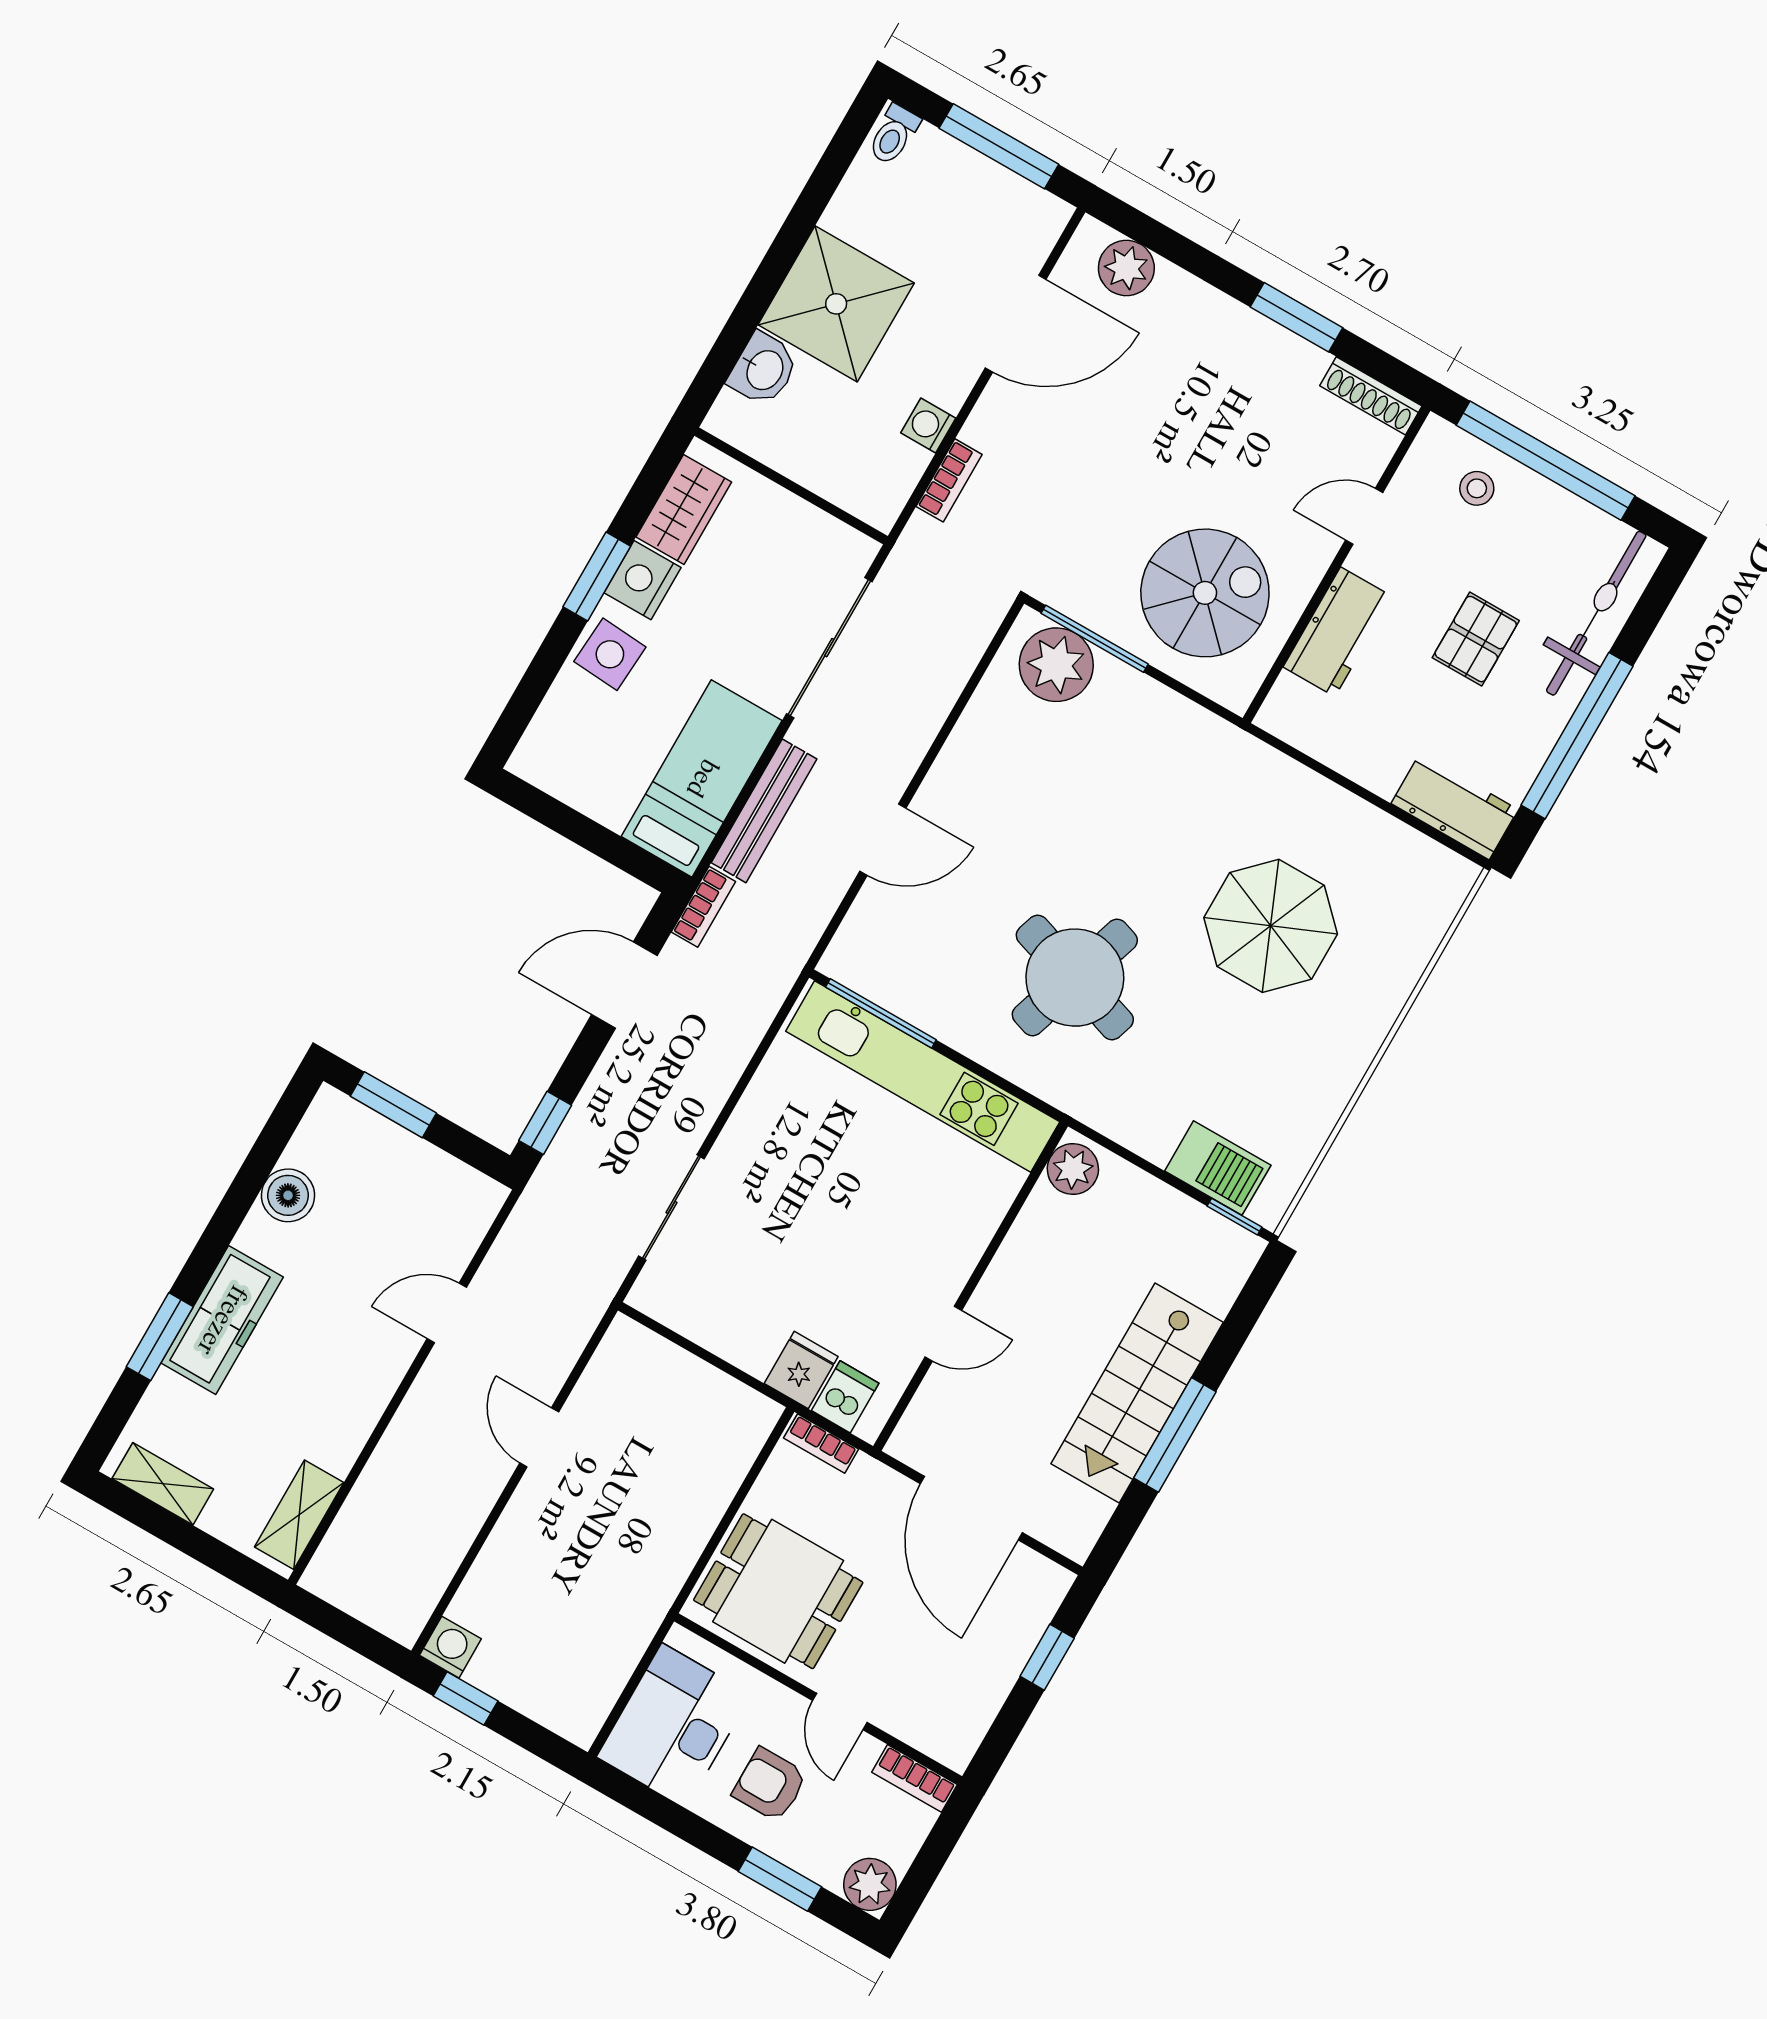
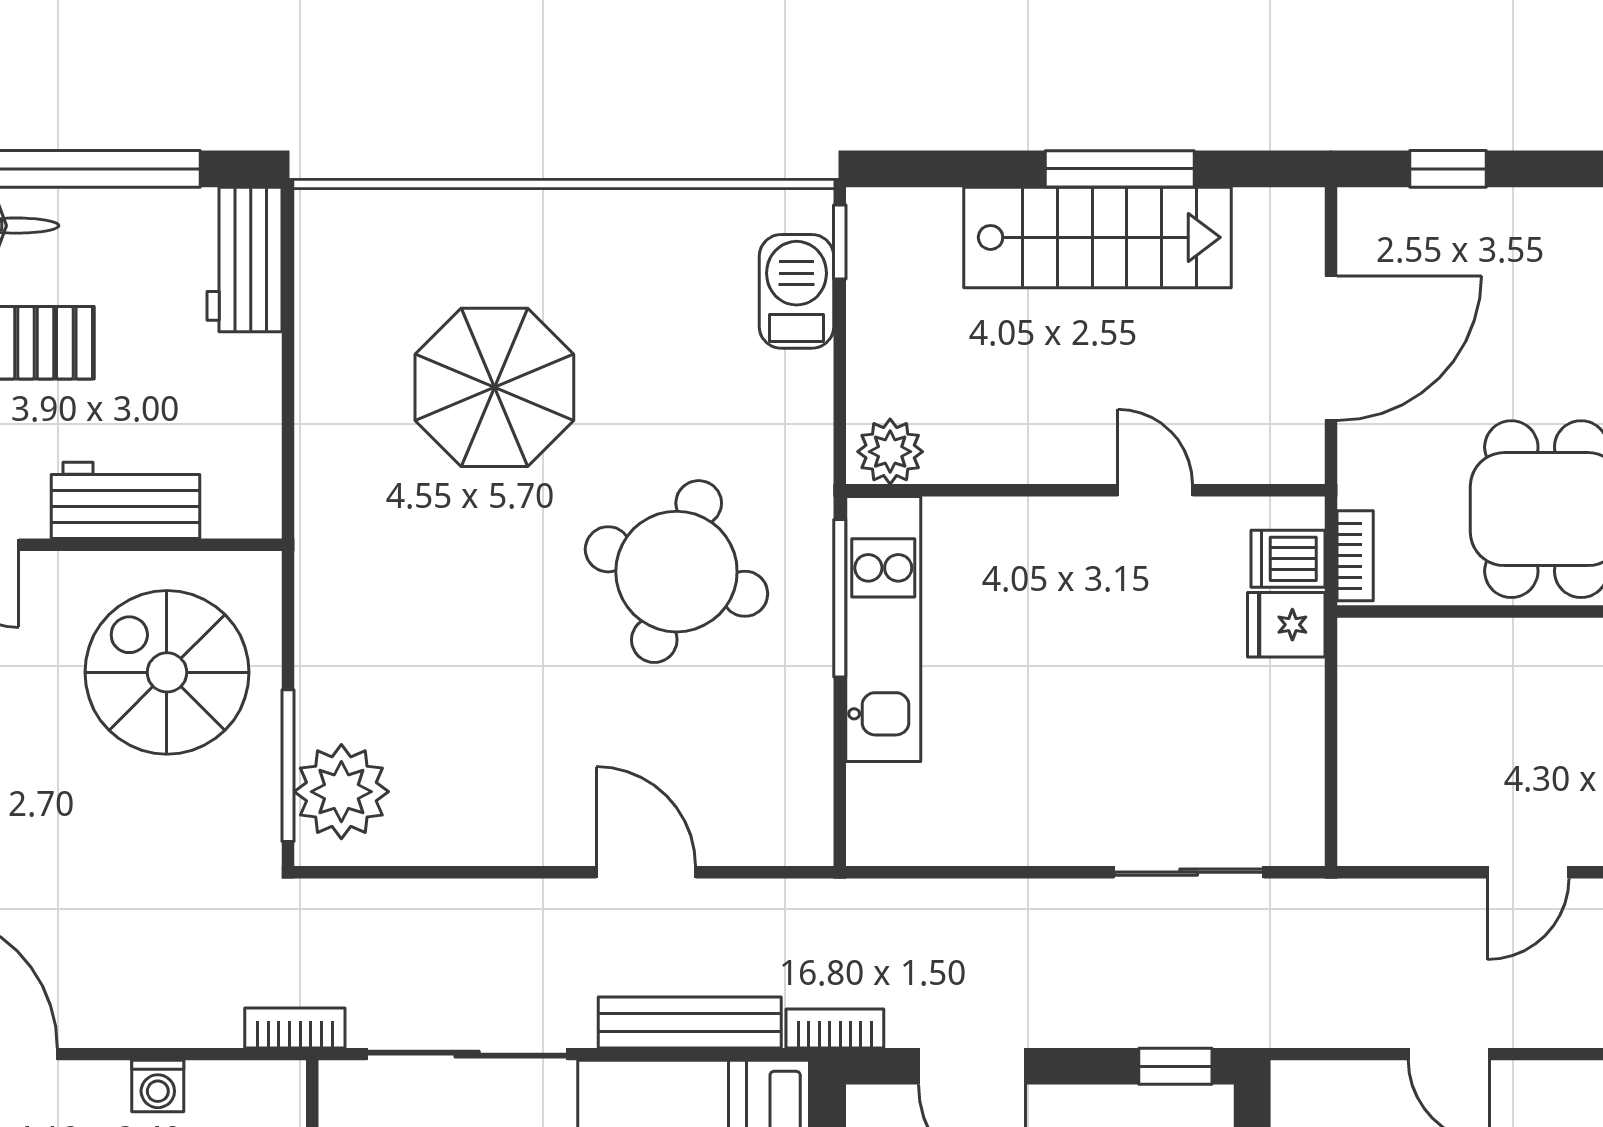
bookcase: (949, 480) -> (295, 1028), moved
window: (881, 1013) -> (840, 598), moved
kitchen unit: (923, 1076) -> (883, 629), width x0.73

